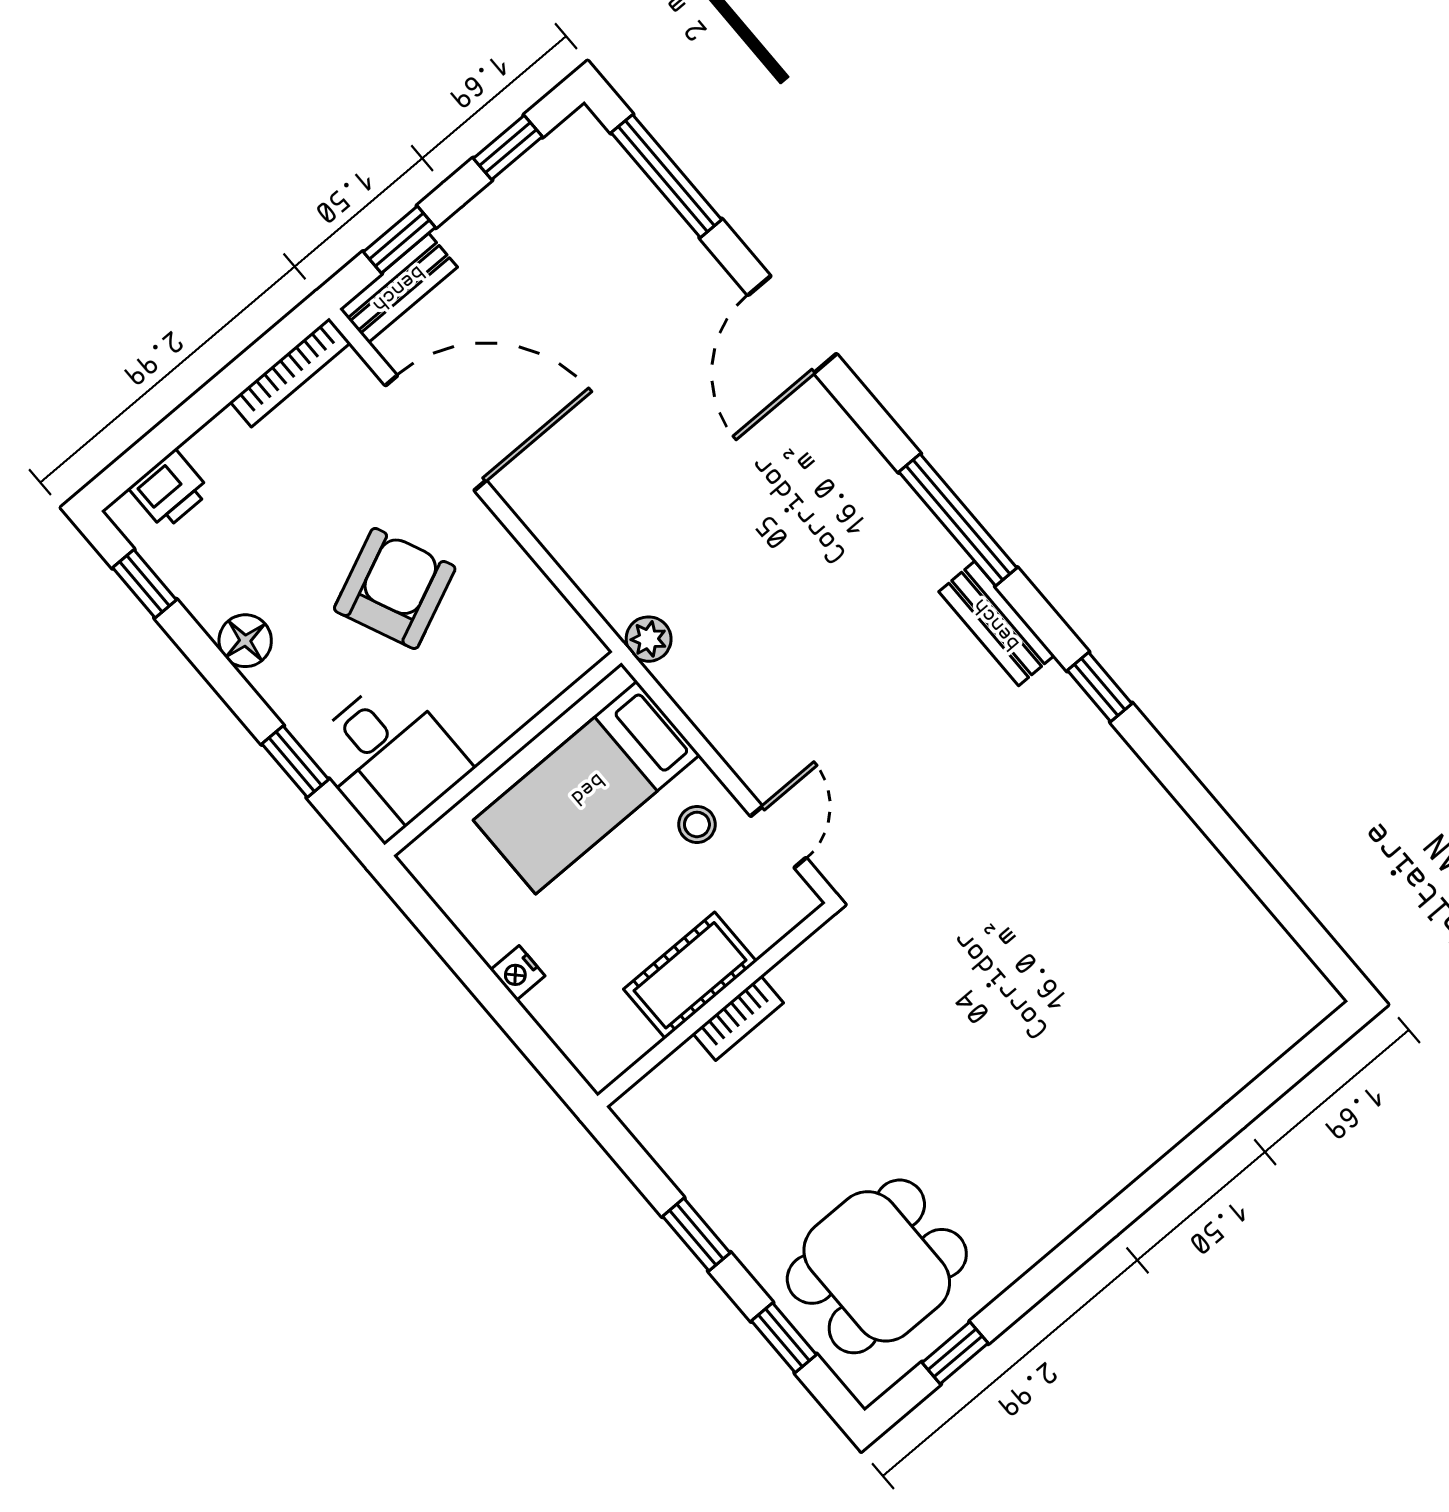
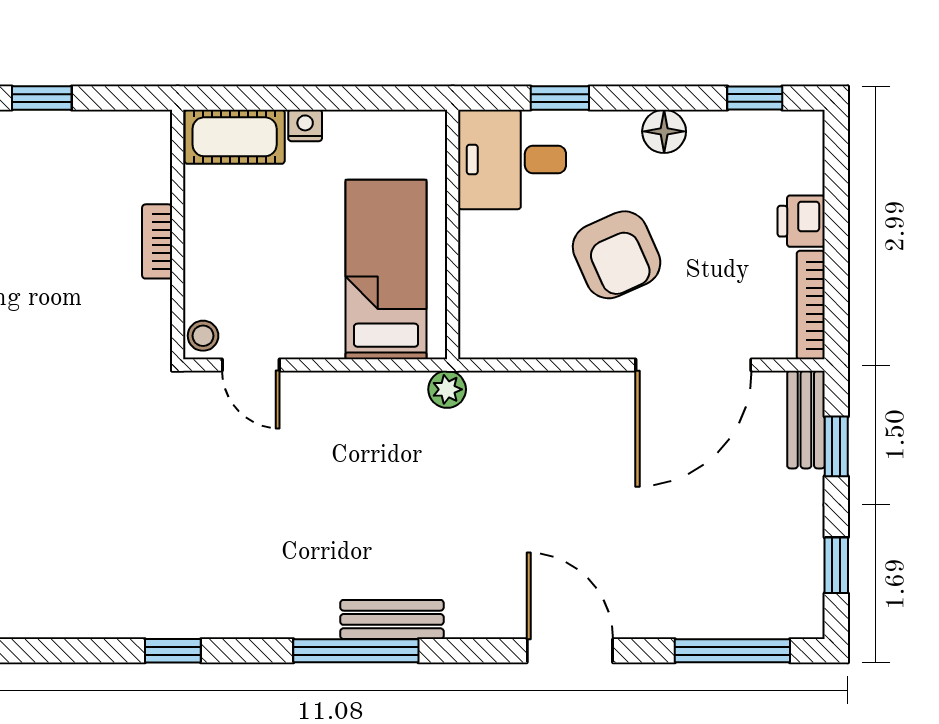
printer: (170, 490) -> (801, 221), moved
bench: (997, 624) -> (392, 619), moved
stool: (697, 824) -> (203, 336), moved
cot: (690, 975) -> (235, 137), moved, turned 90

